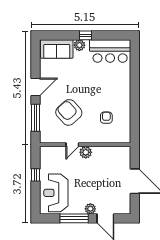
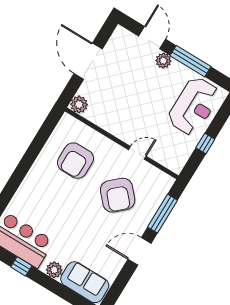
window: (85, 35) -> (21, 266), moved
armchair: (106, 118) -> (75, 161), width x1.88, depth x1.88
plant: (86, 152) -> (79, 104), moved

